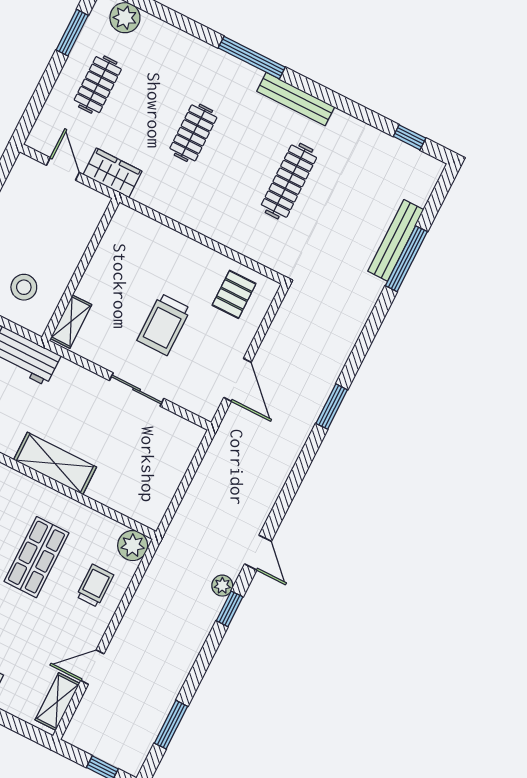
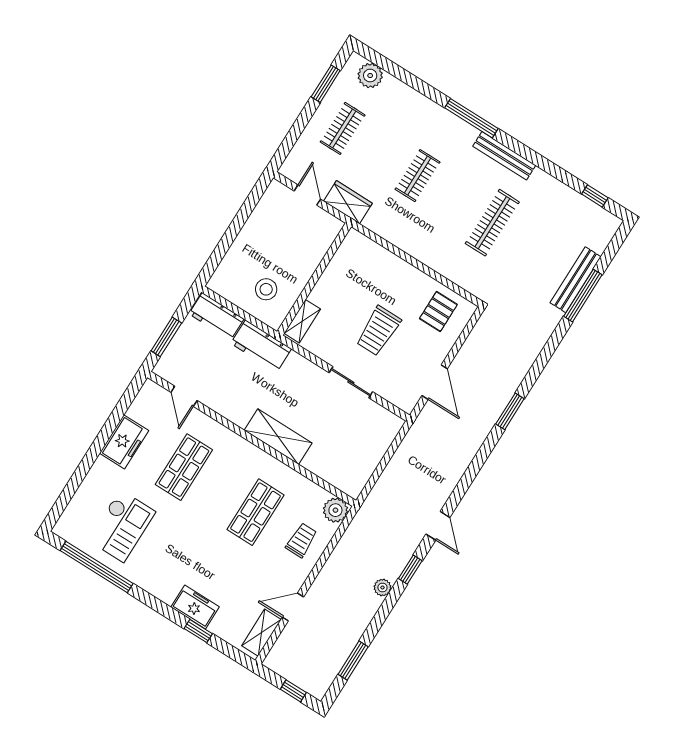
plant: (222, 586) -> (382, 587), moved

